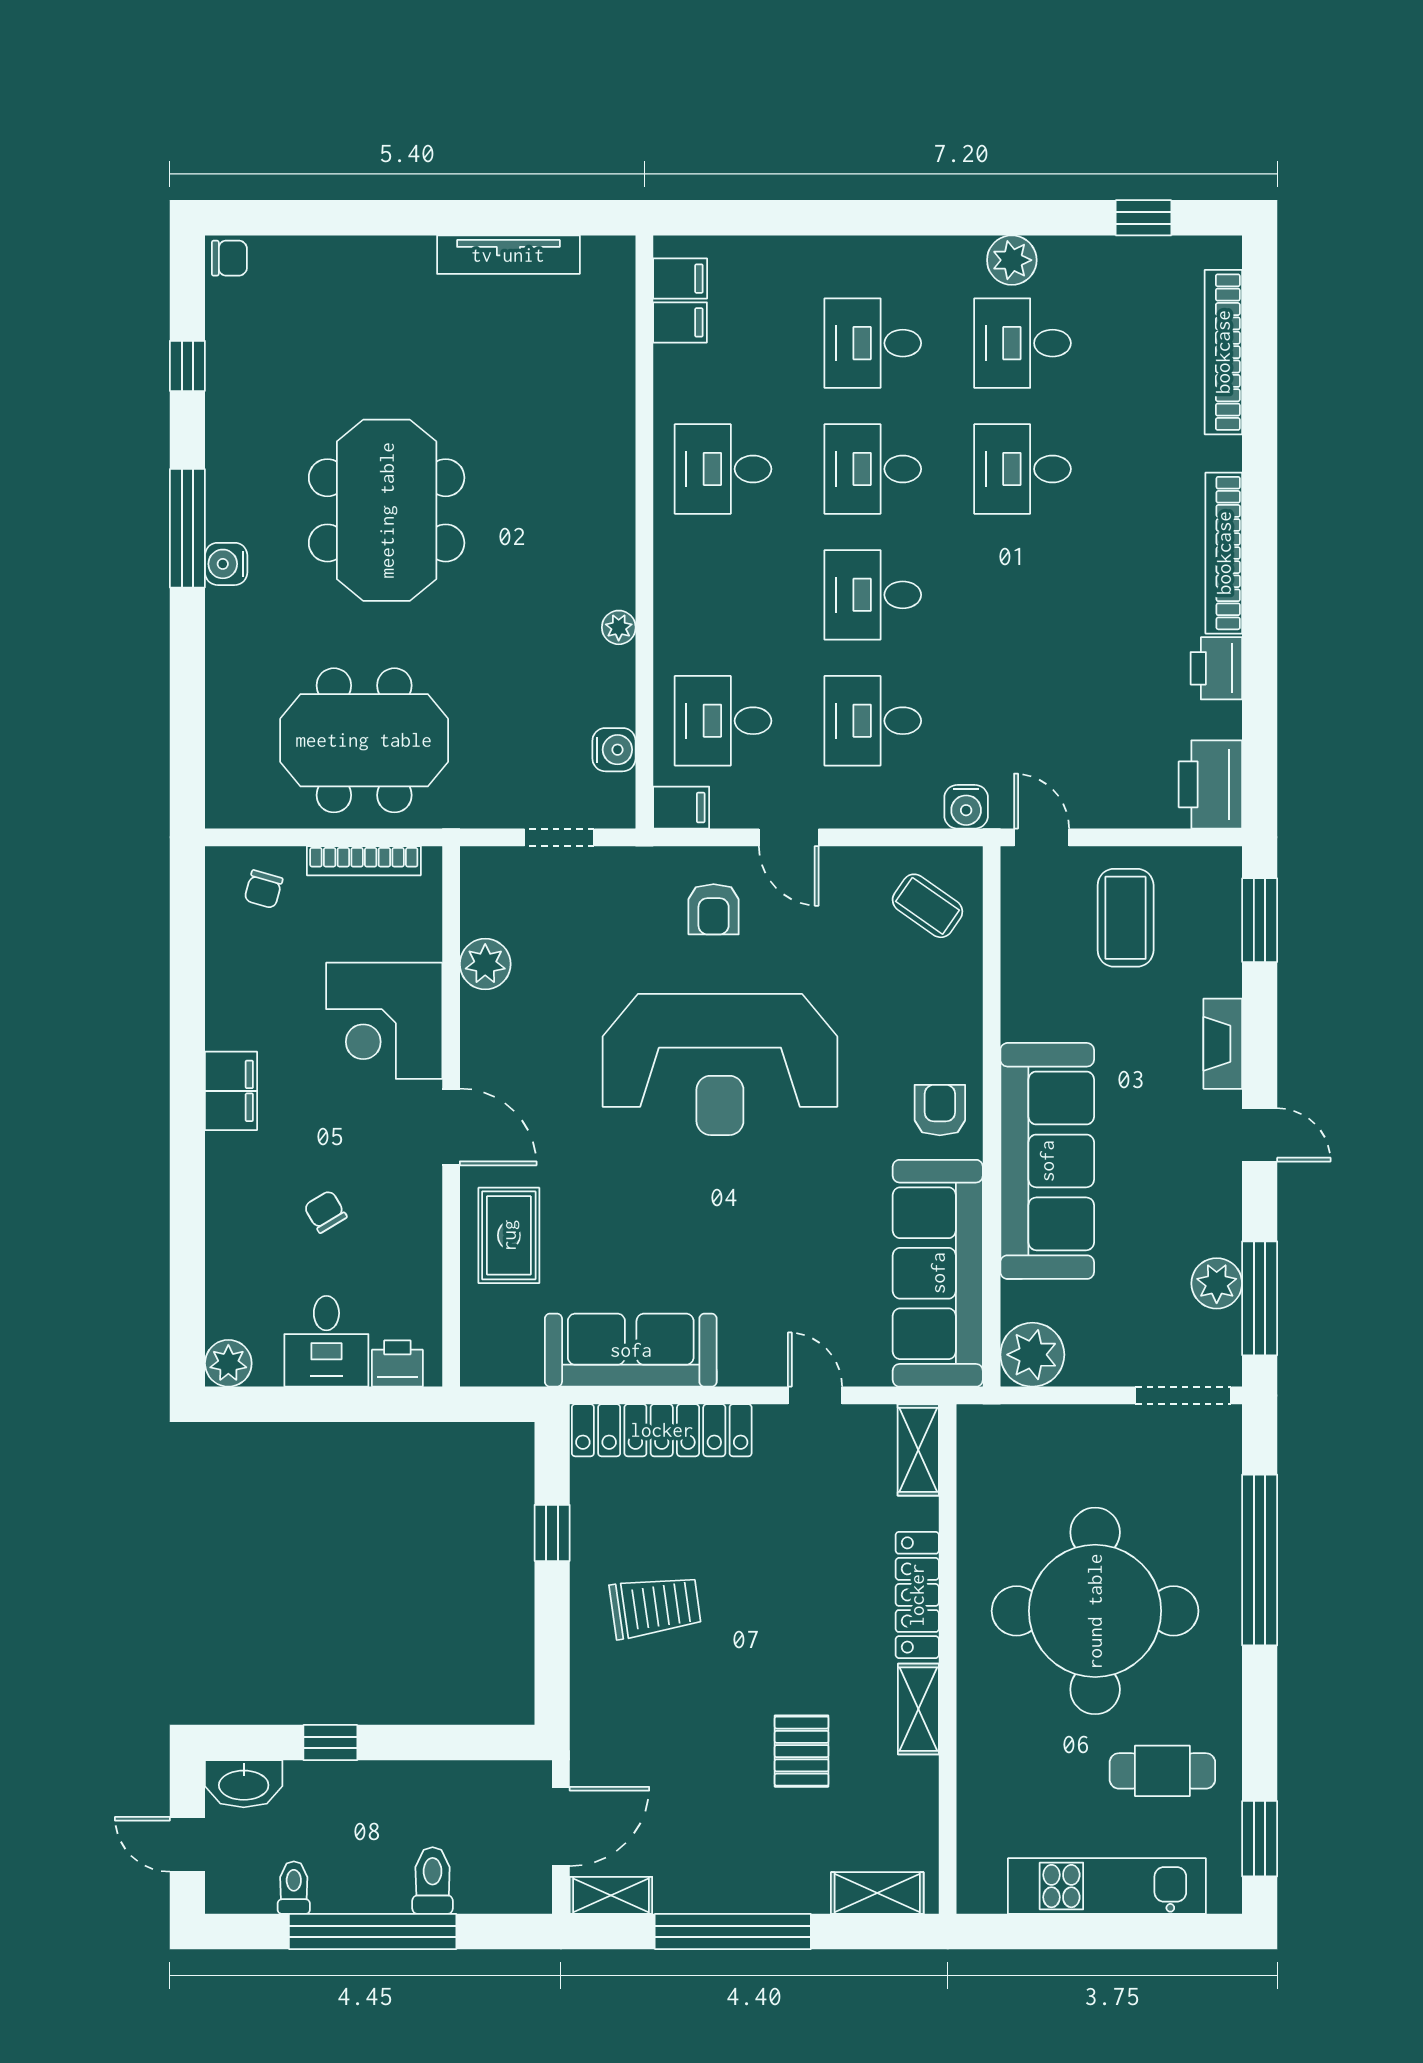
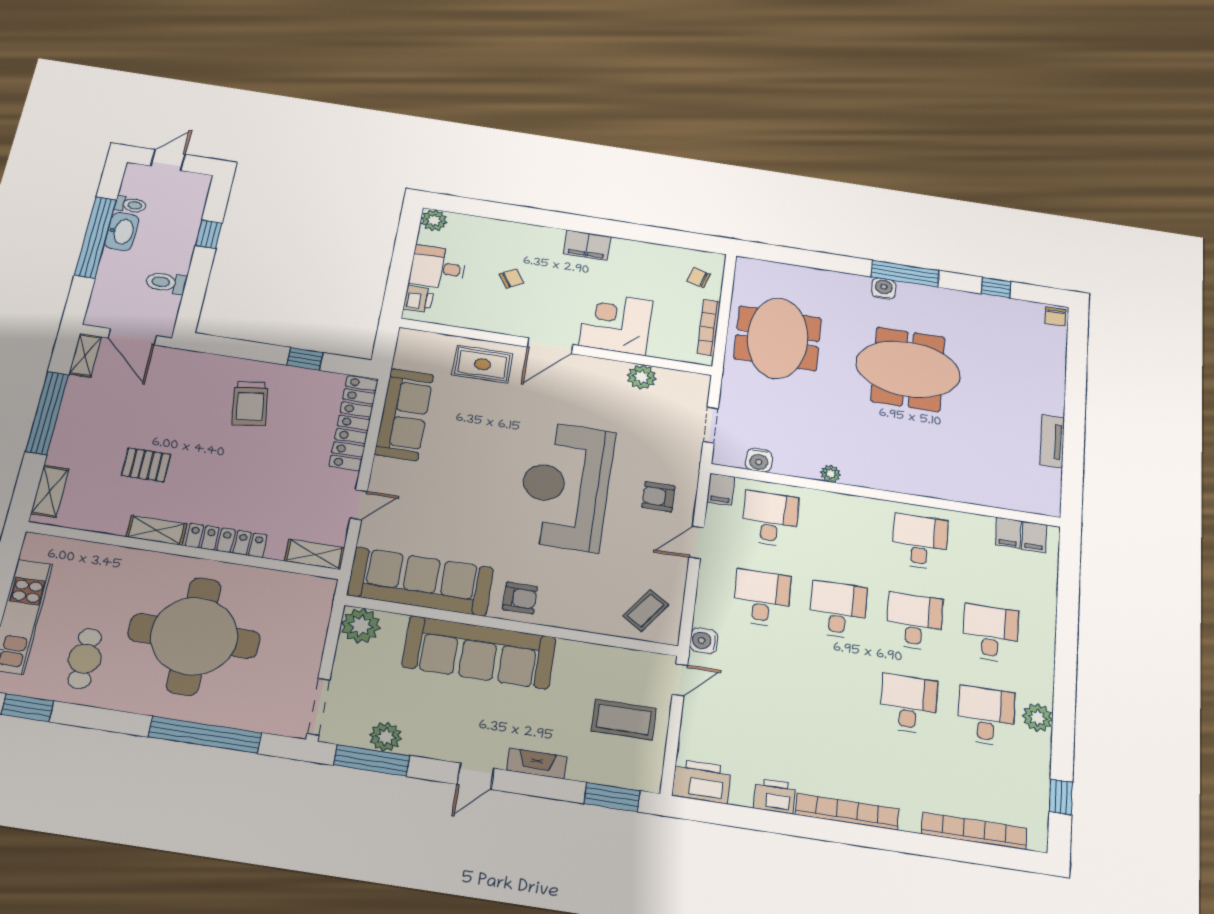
tv unit: (508, 255) -> (1052, 441), width x0.71
washbasin: (244, 1784) -> (122, 231), moved, turned 180
toilet: (433, 1881) -> (166, 283), moved, turned 180

